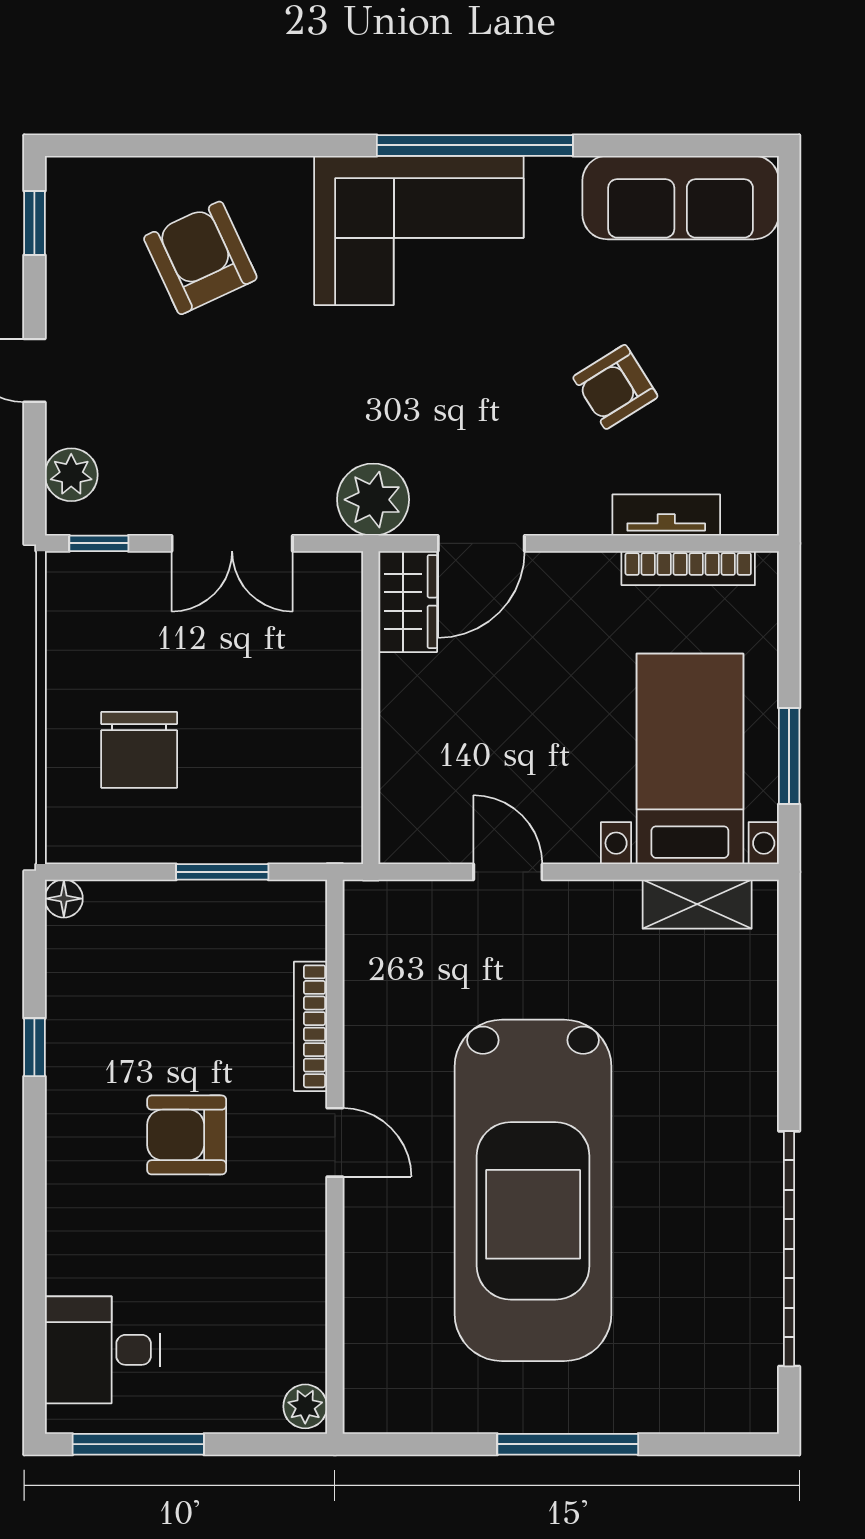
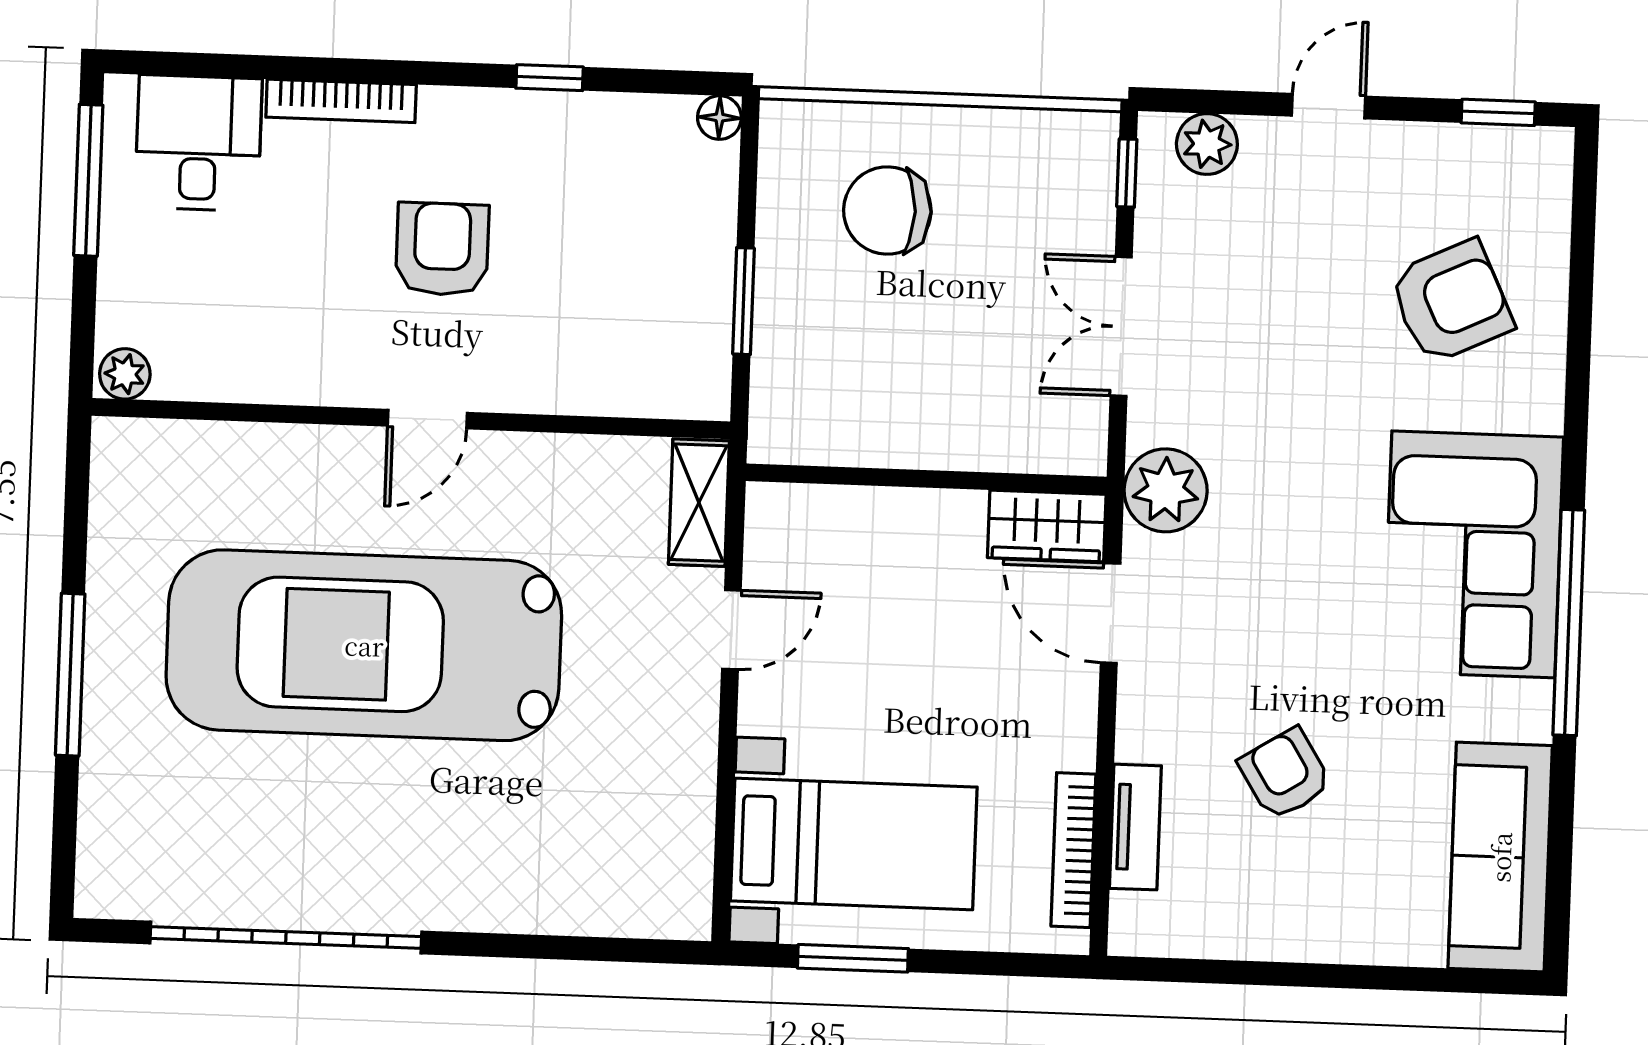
shelving: (697, 904) -> (699, 503), moved
bookcase: (311, 1026) -> (341, 101), moved, turned 180

